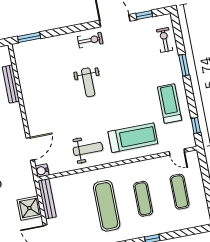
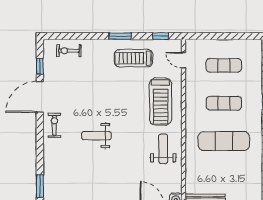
window: (184, 65) -> (120, 36), moved
weight bench: (88, 82) -> (96, 136), turned 180
treadmill: (133, 138) -> (161, 102), turned 180
door: (177, 152) -> (184, 60), swing flipped

